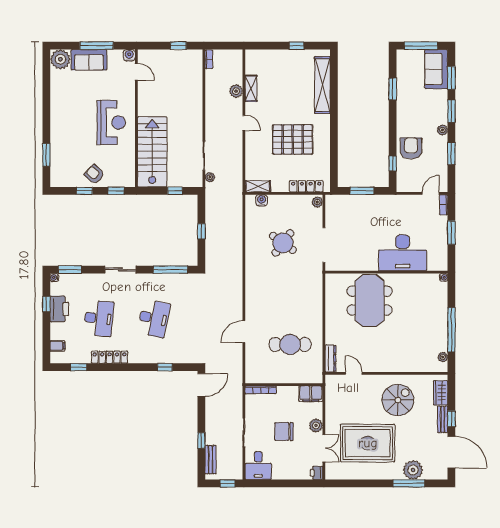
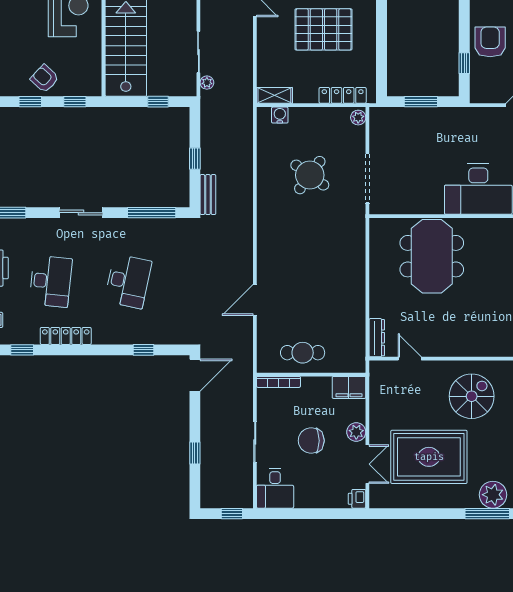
cafe table: (290, 344) -> (303, 353), moved, width x0.73, depth x0.74
bench: (211, 460) -> (208, 195), moved

